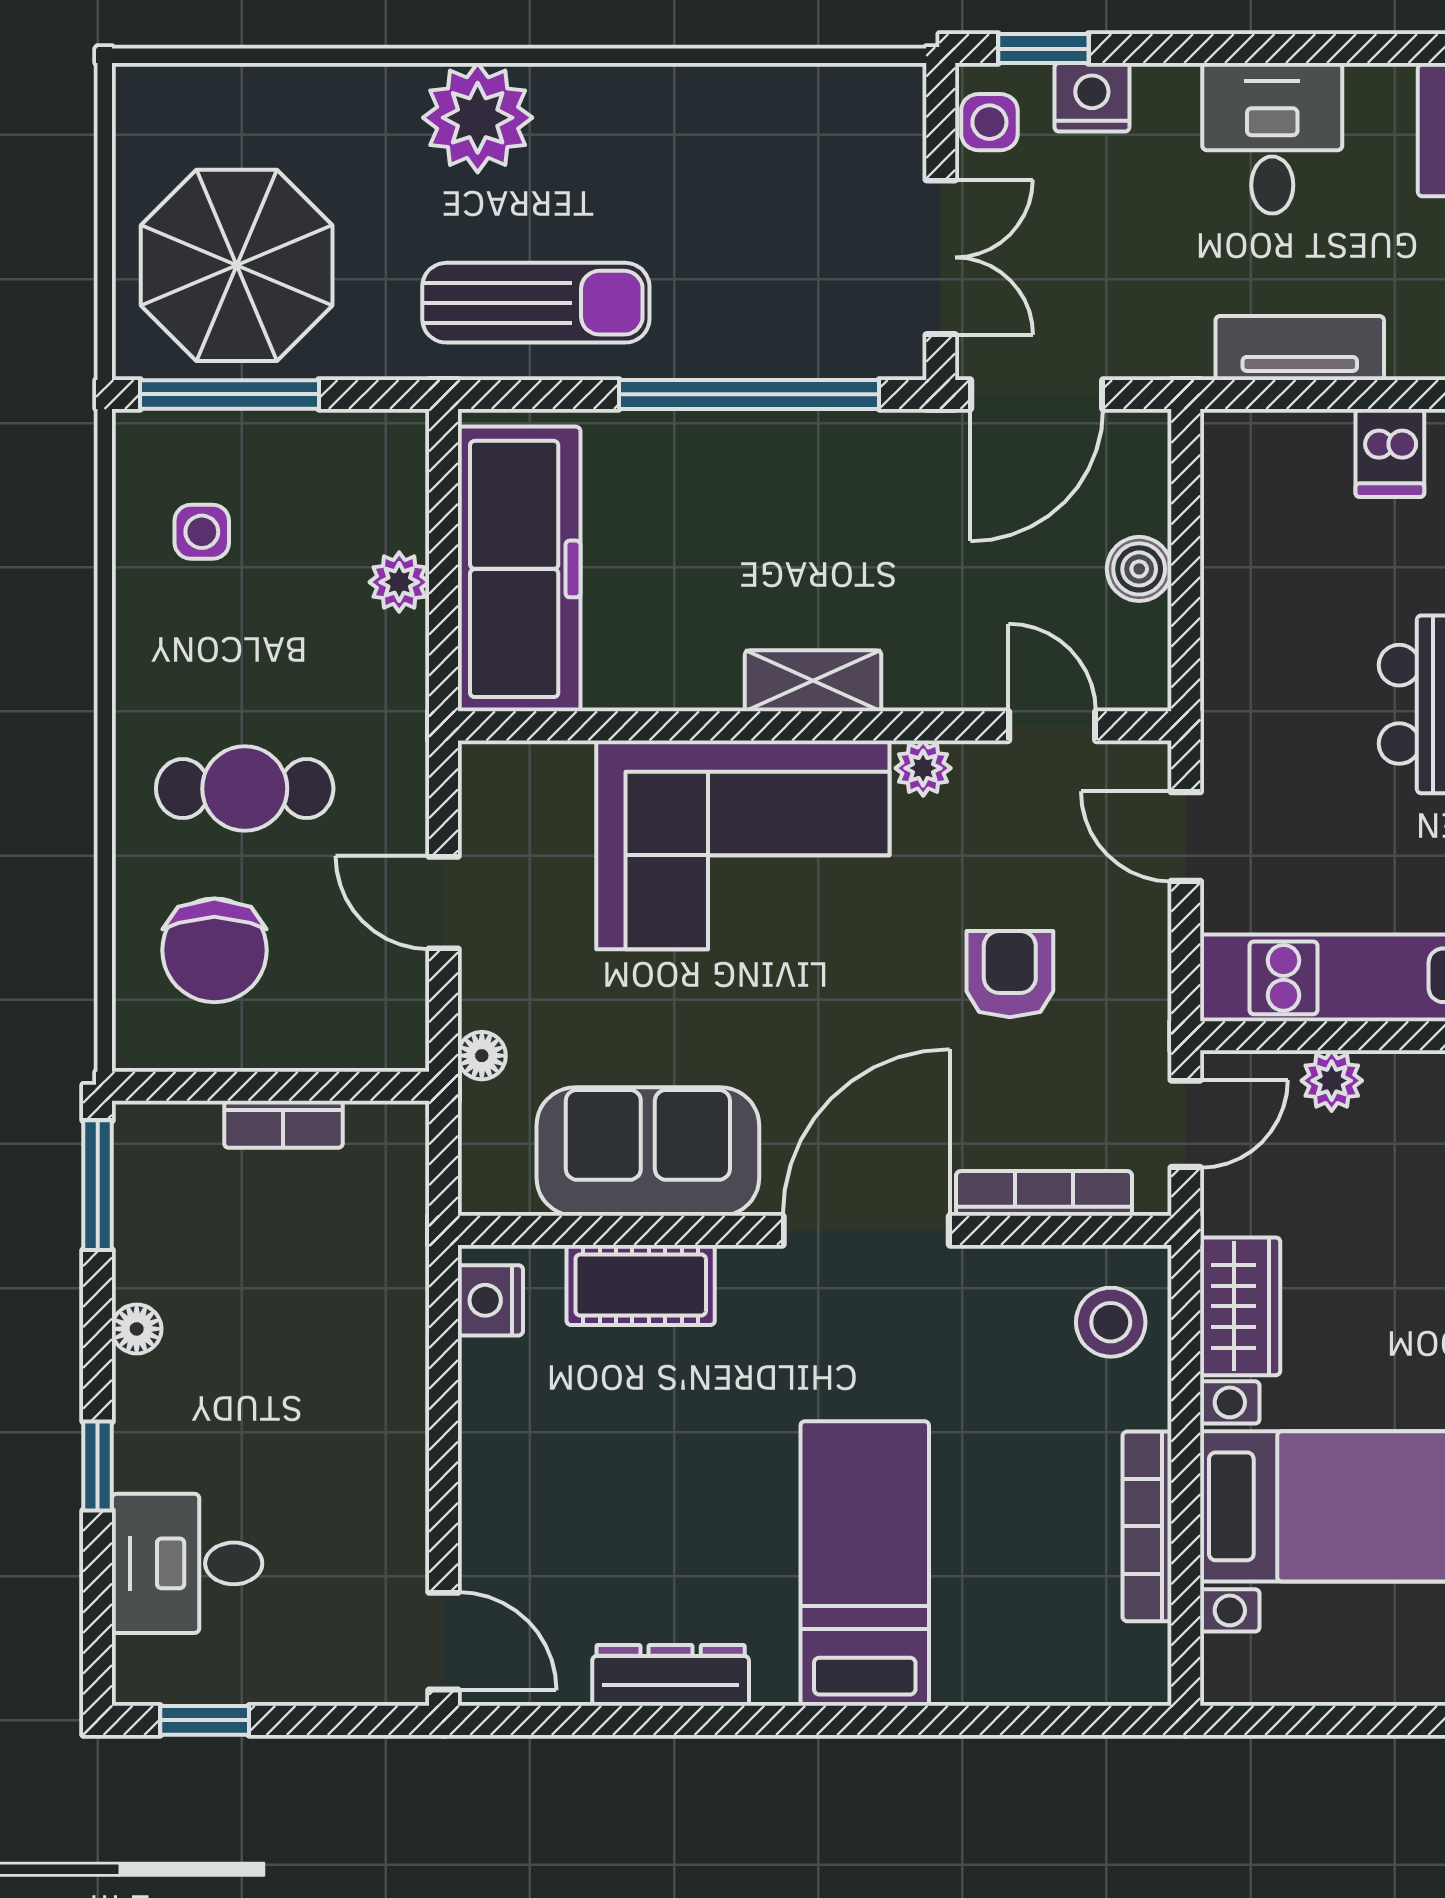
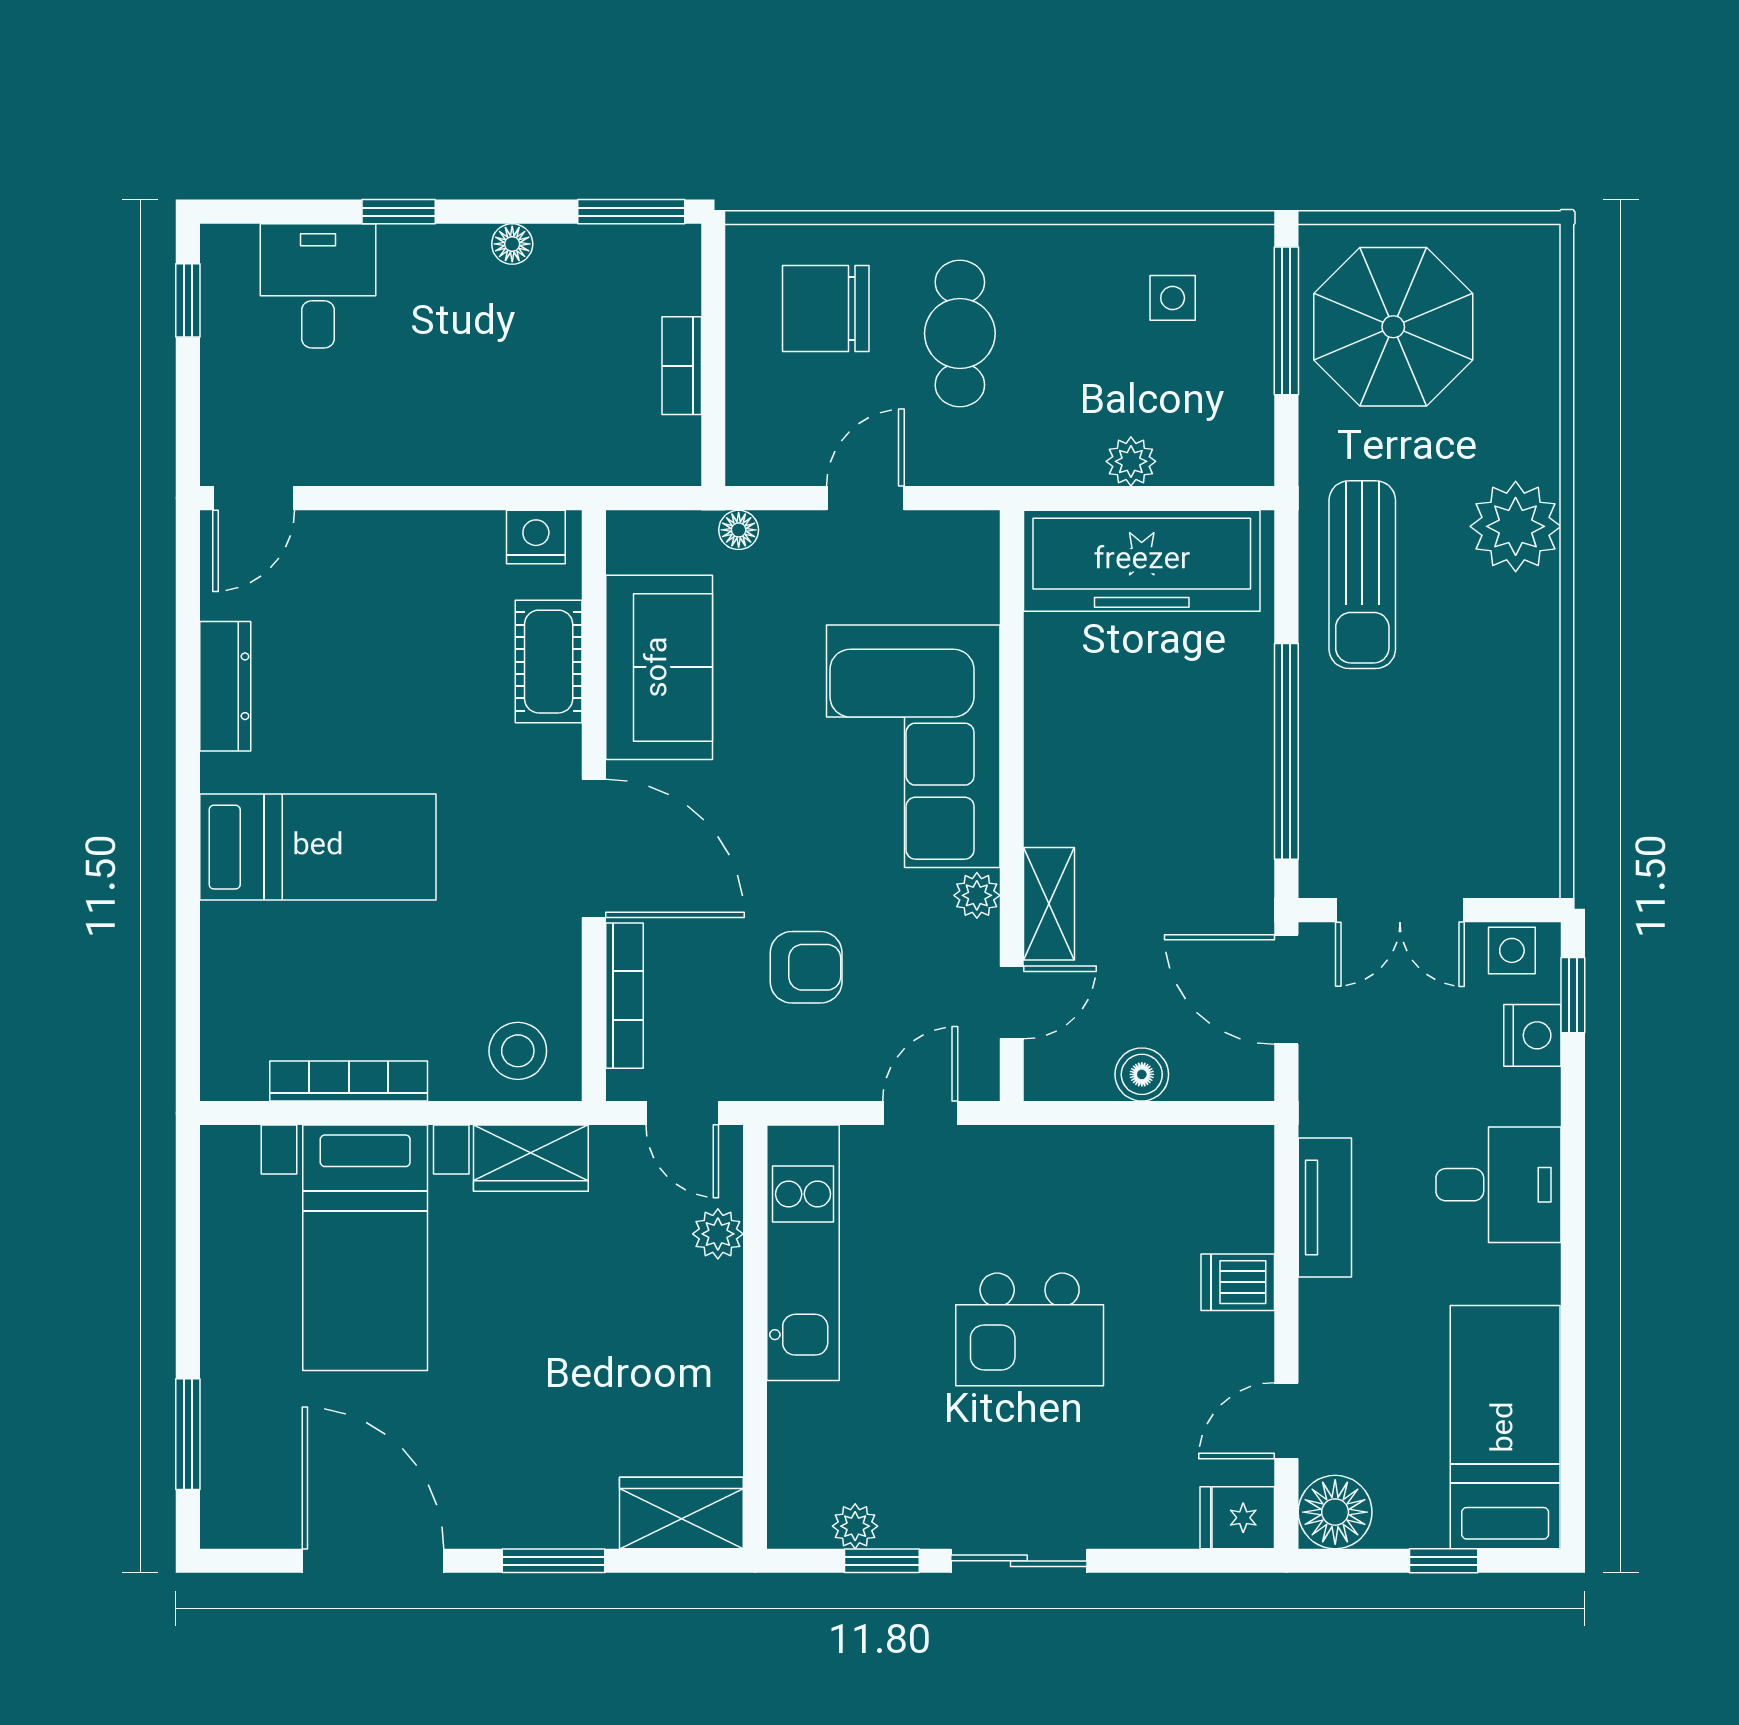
shelving: (813, 681) -> (1049, 904), moved

